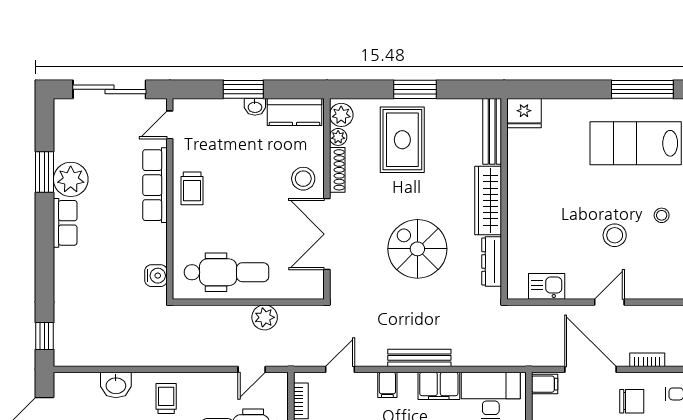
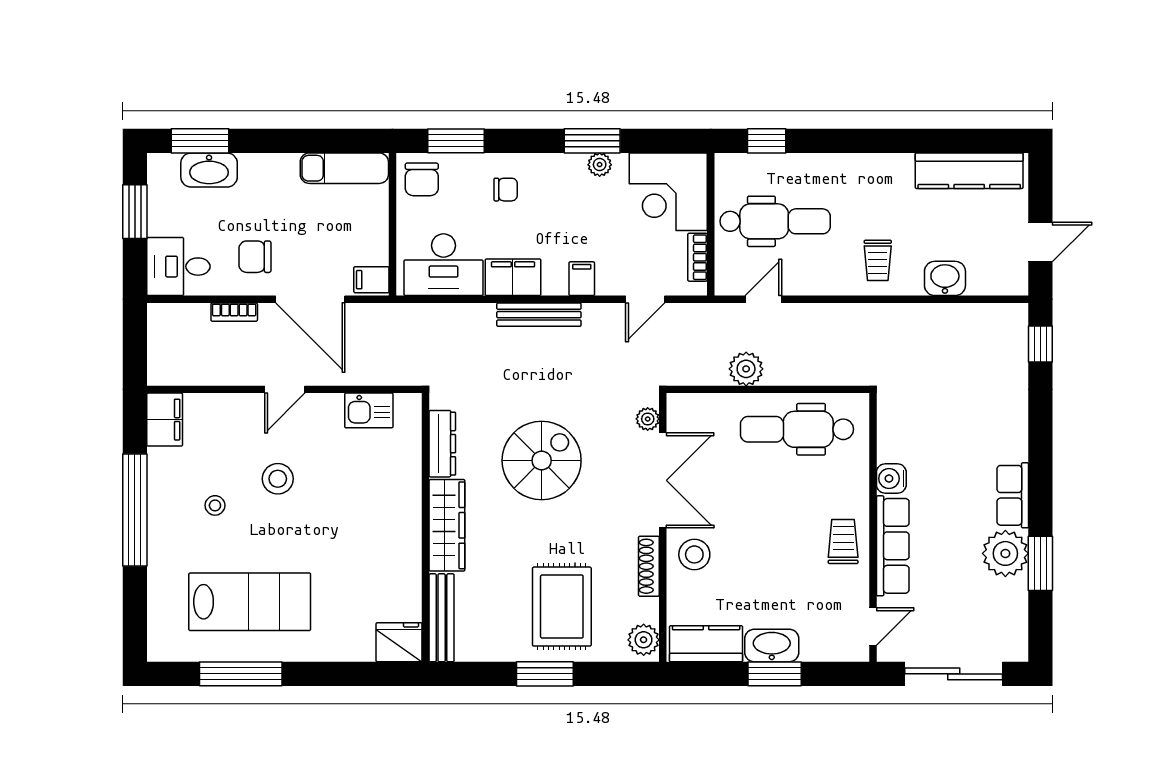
washbasin: (255, 107) -> (772, 646), width x1.91, depth x1.45
plant: (338, 137) -> (648, 419), moved
spiral stairs: (417, 249) -> (542, 460), turned -90
water cooler: (156, 276) -> (891, 479), moved

